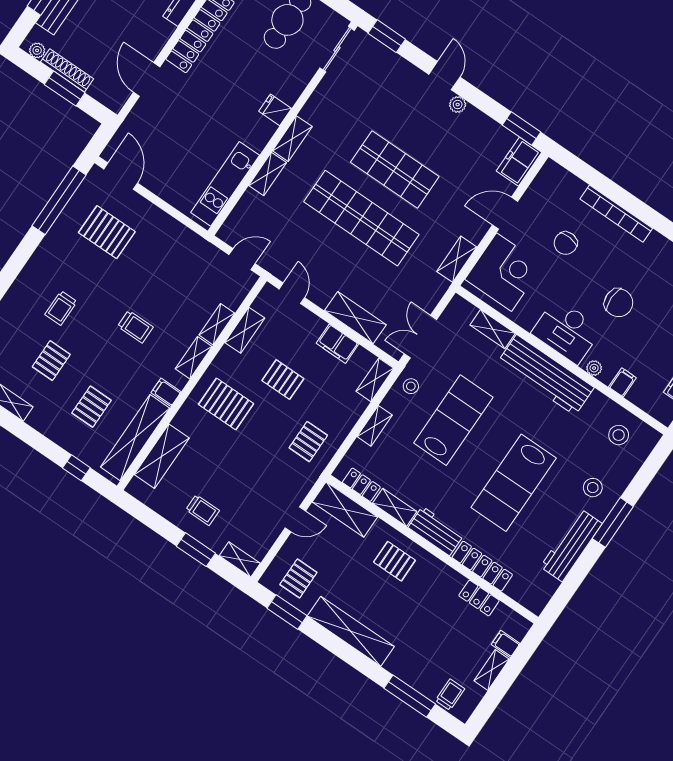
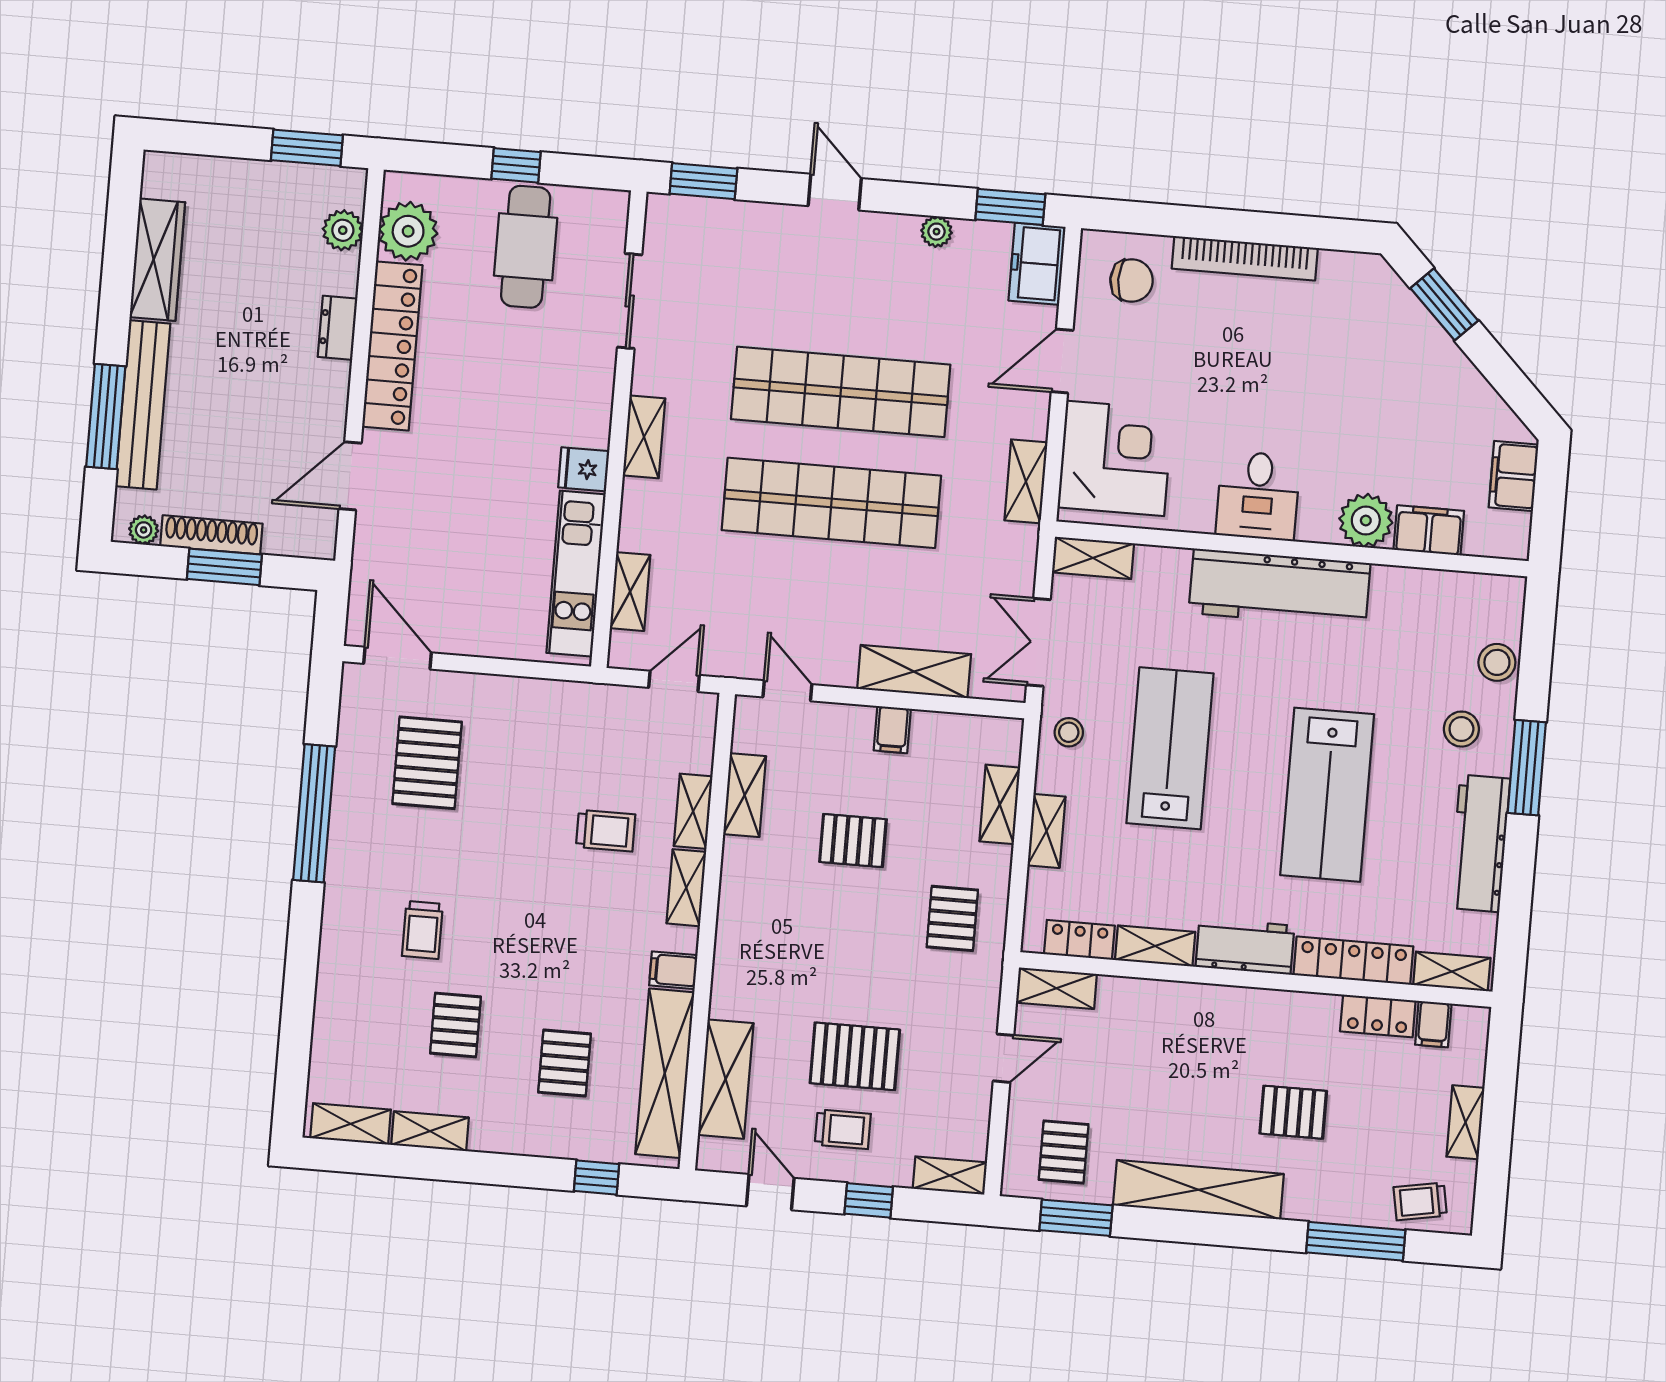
sliding door: (337, 49) -> (630, 301), moved
door: (147, 80) -> (350, 476), hinge flipped
plant: (458, 105) -> (936, 232), moved
fridge: (275, 110) -> (584, 469), moved
shop shelf: (395, 169) -> (841, 392), width x1.40
shelving: (268, 174) -> (630, 592), moved
window: (59, 200) -> (314, 813), moved
pallet: (107, 232) -> (427, 763), turned 90
chair: (566, 243) -> (1132, 280), moved, turned -95
chair: (619, 303) -> (1332, 402), removed
trolley: (135, 327) -> (606, 831), moved
shelving: (493, 329) -> (1093, 558), moved
desk: (567, 331) -> (1258, 496), width x0.73
filing cabinet: (337, 344) -> (892, 730), width x0.50
plant: (594, 368) -> (1366, 521), width x1.88, depth x1.88
shelving: (375, 380) -> (1000, 804), moved
filing cabinet: (622, 382) -> (1429, 530), width x2.00
pallet: (226, 404) -> (855, 1056), moved
stool: (619, 435) -> (1497, 662), moved
shelving: (345, 509) -> (1056, 988), width x0.67, depth x0.75
door: (153, 520) -> (770, 1192), added
window: (196, 550) -> (869, 1200), width x0.67
pallet: (394, 561) -> (1293, 1112), moved
shelving: (525, 597) -> (1452, 971), added
filing cabinet: (506, 644) -> (1433, 1024), moved, turned -90
trolley: (450, 695) -> (1420, 1201), turned -100

